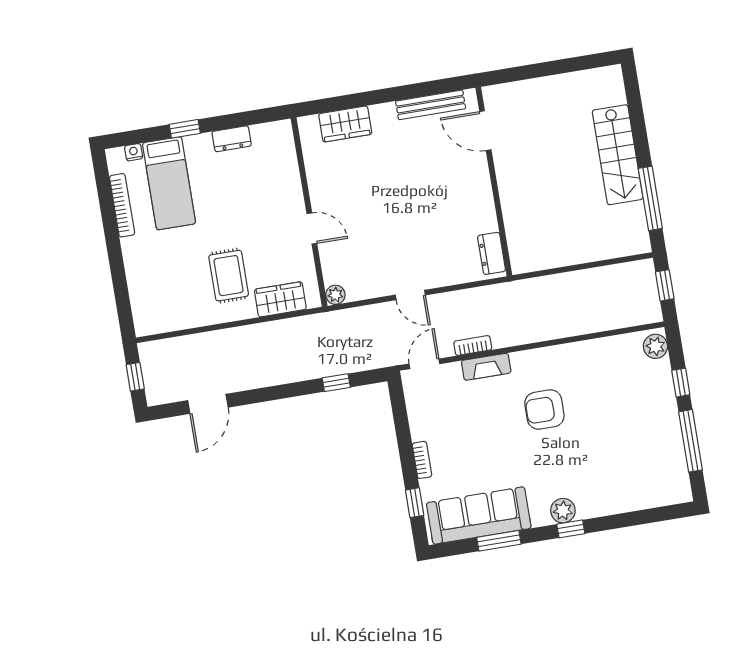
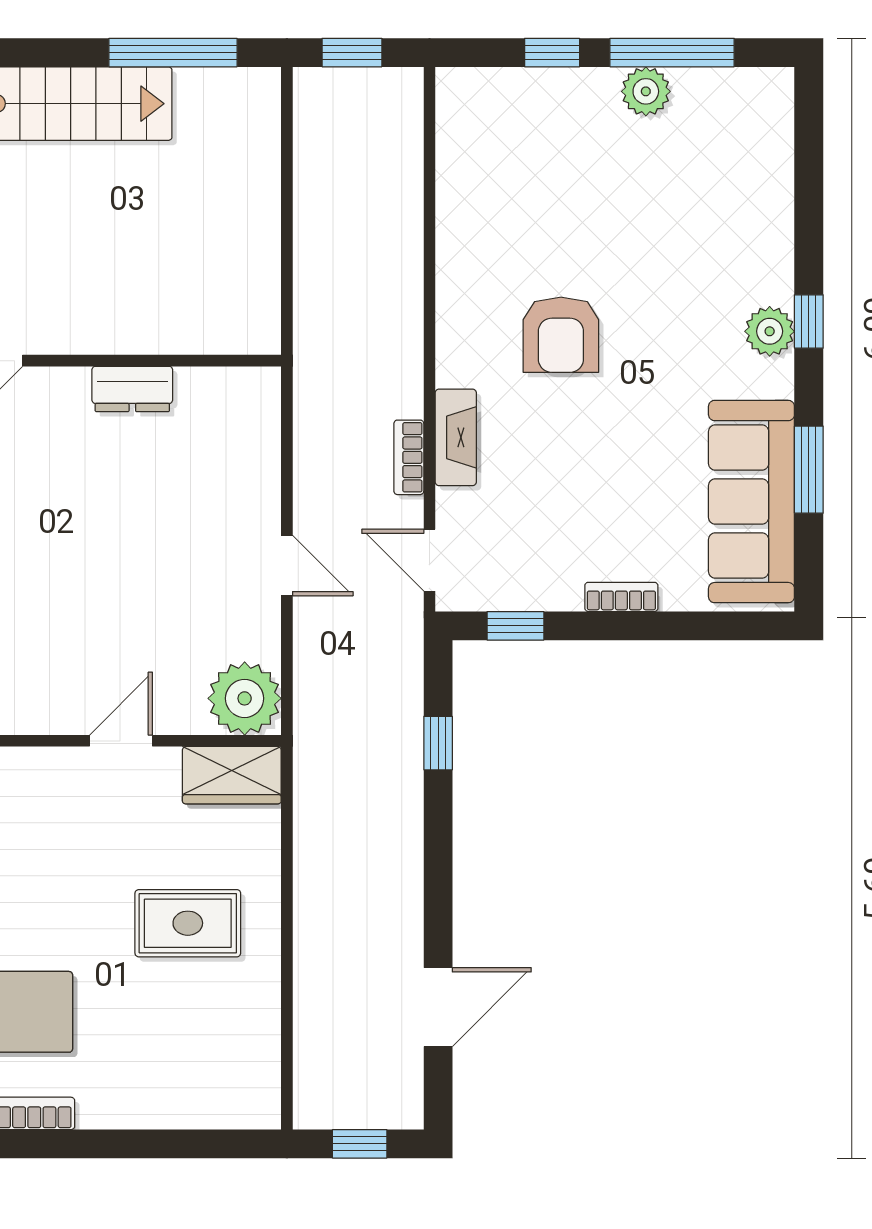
dresser: (492, 253) -> (132, 389), moved
plant: (335, 295) -> (245, 698), width x1.87, depth x1.87
door: (410, 295) -> (287, 566), hinge flipped
wardrobe: (280, 299) -> (232, 775), moved, turned -90
plant: (655, 346) -> (646, 91), moved
door: (208, 404) -> (438, 1007), hinge flipped
window: (415, 503) -> (515, 626), moved

